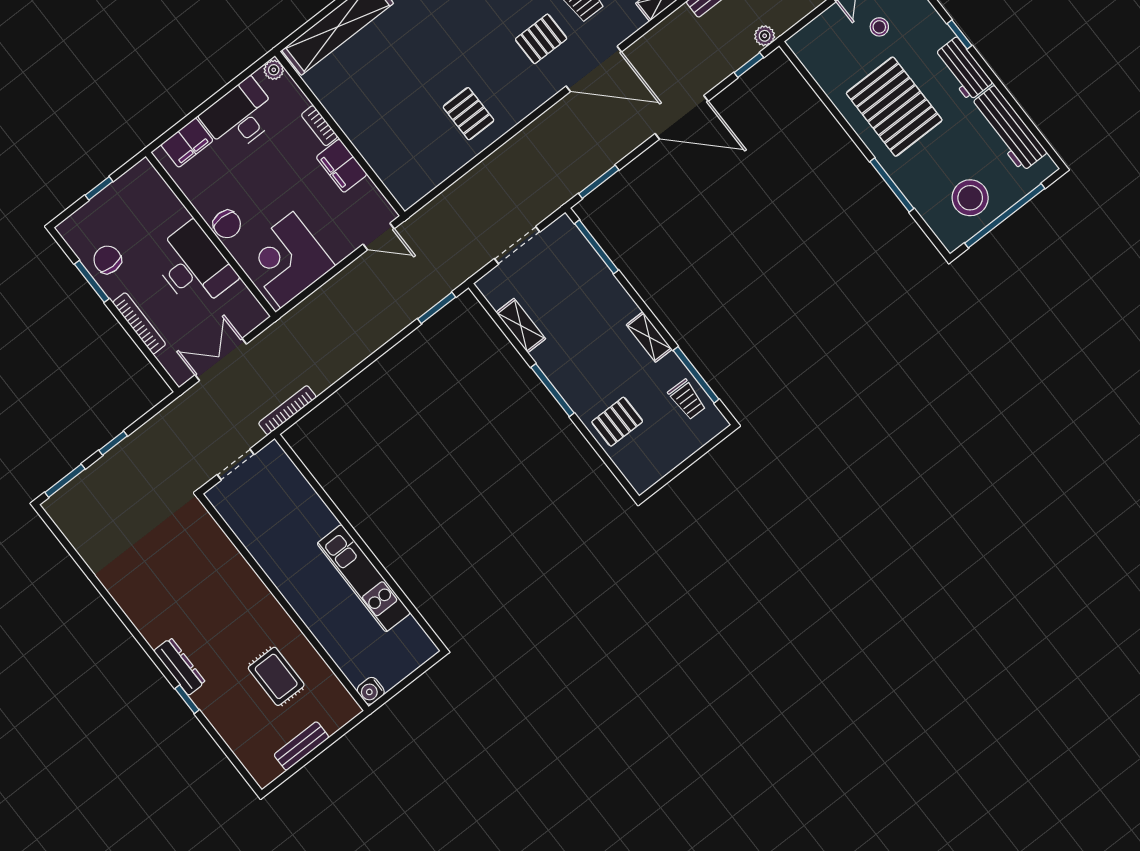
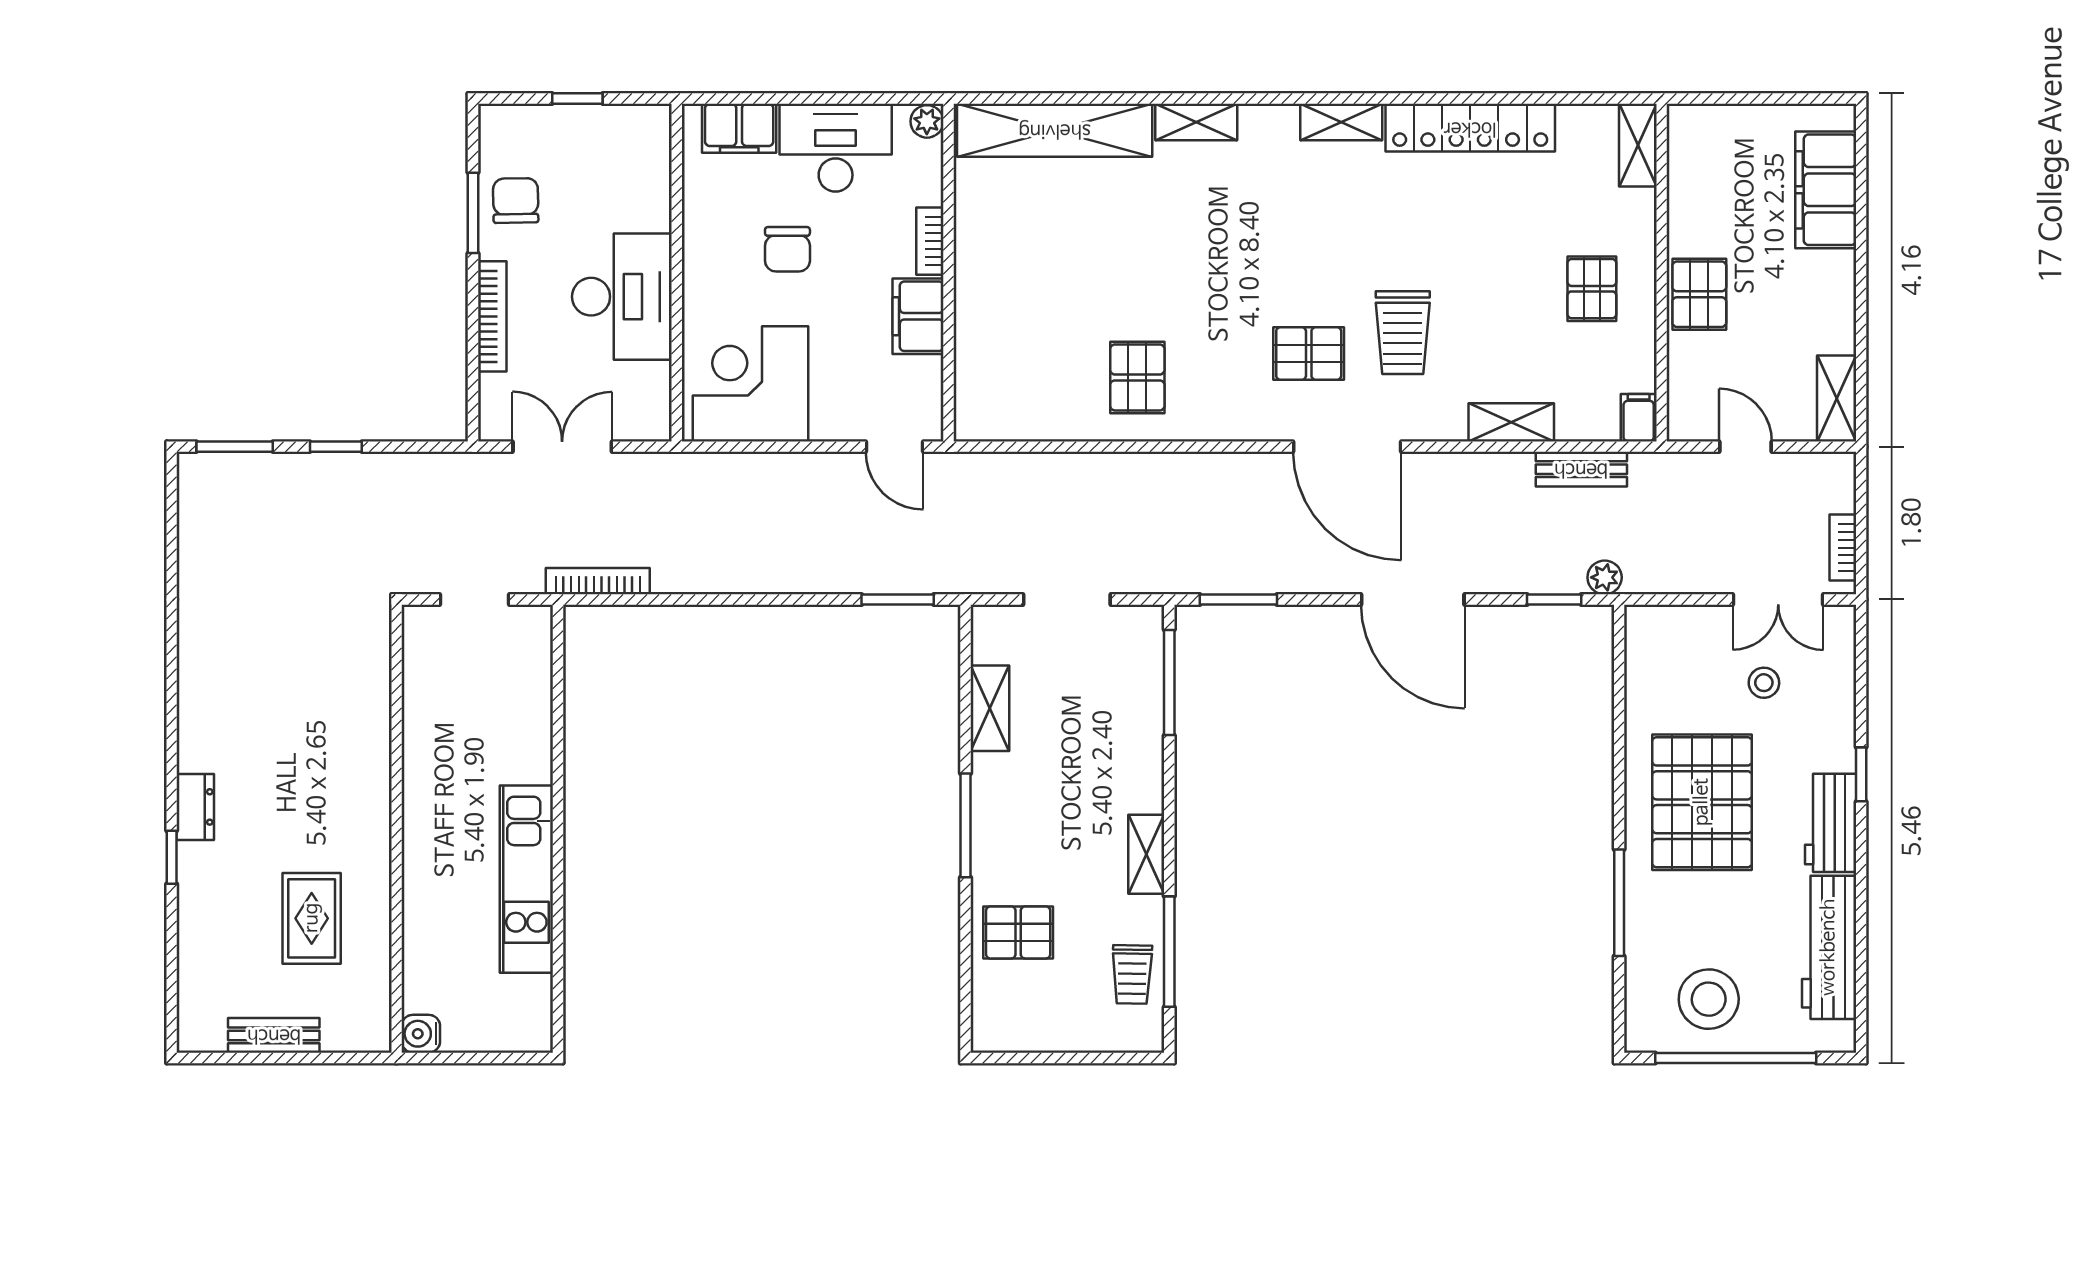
chair: (227, 224) -> (787, 249), moved
dresser: (180, 667) -> (195, 807), width x0.70

